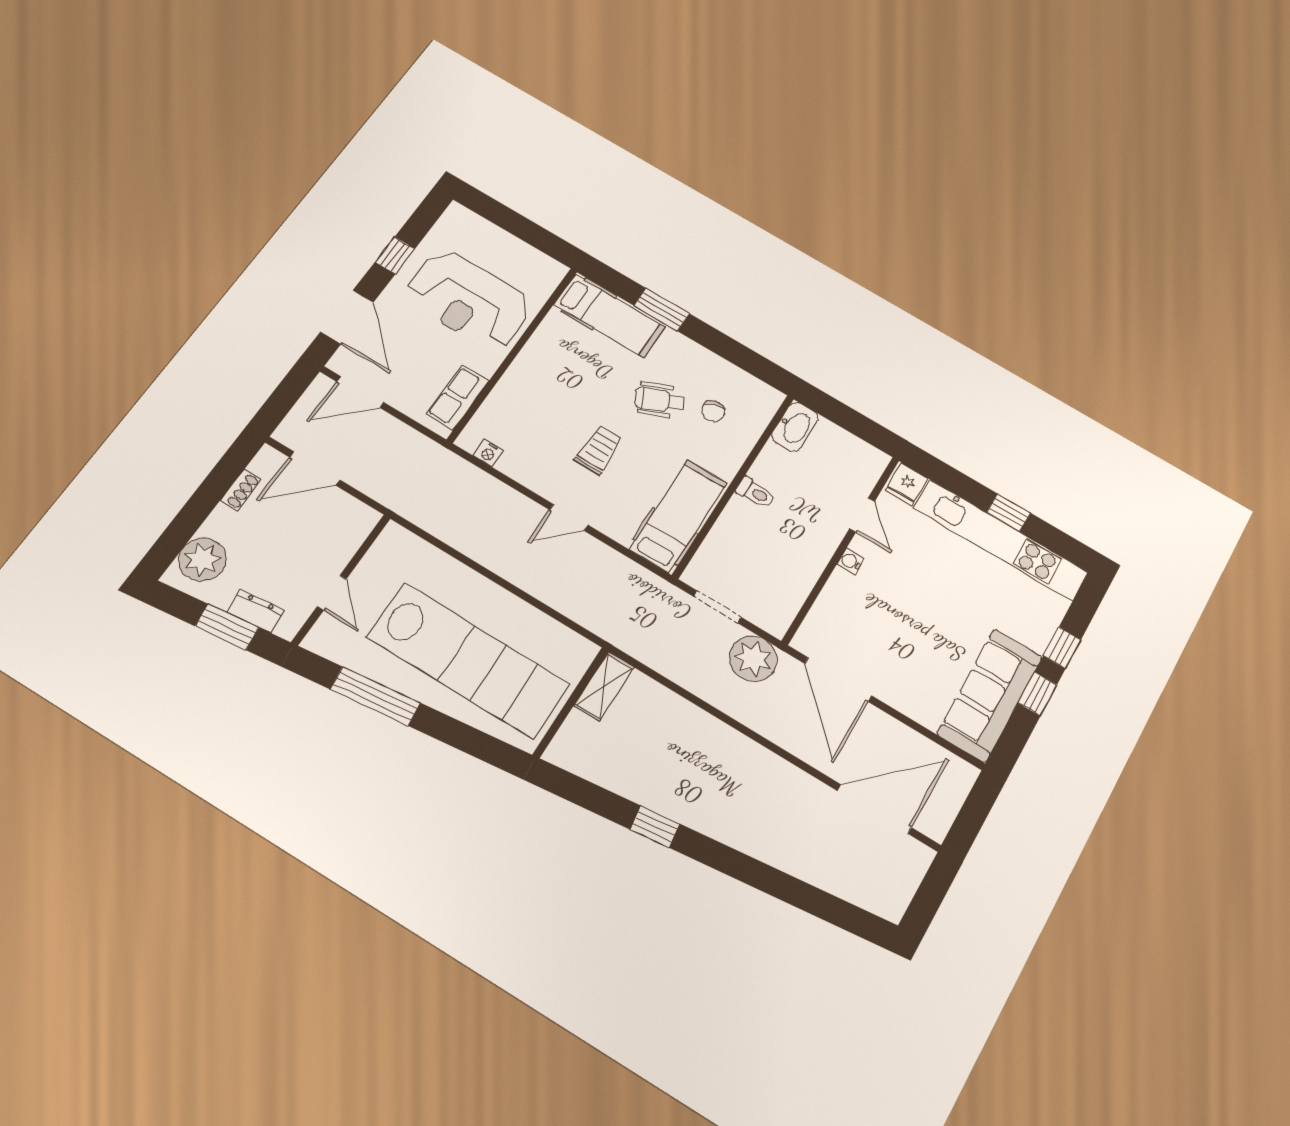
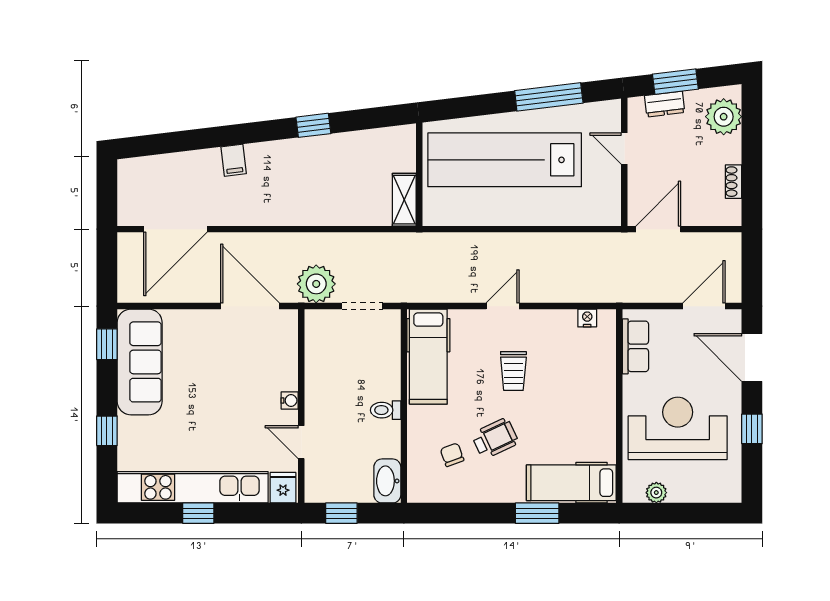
plant: (531, 258) -> (656, 493), added
window: (860, 426) -> (341, 513), added
door: (315, 469) -> (658, 229), moved
window: (1037, 694) -> (107, 344), moved
filing cabinet: (767, 844) -> (234, 160), added

